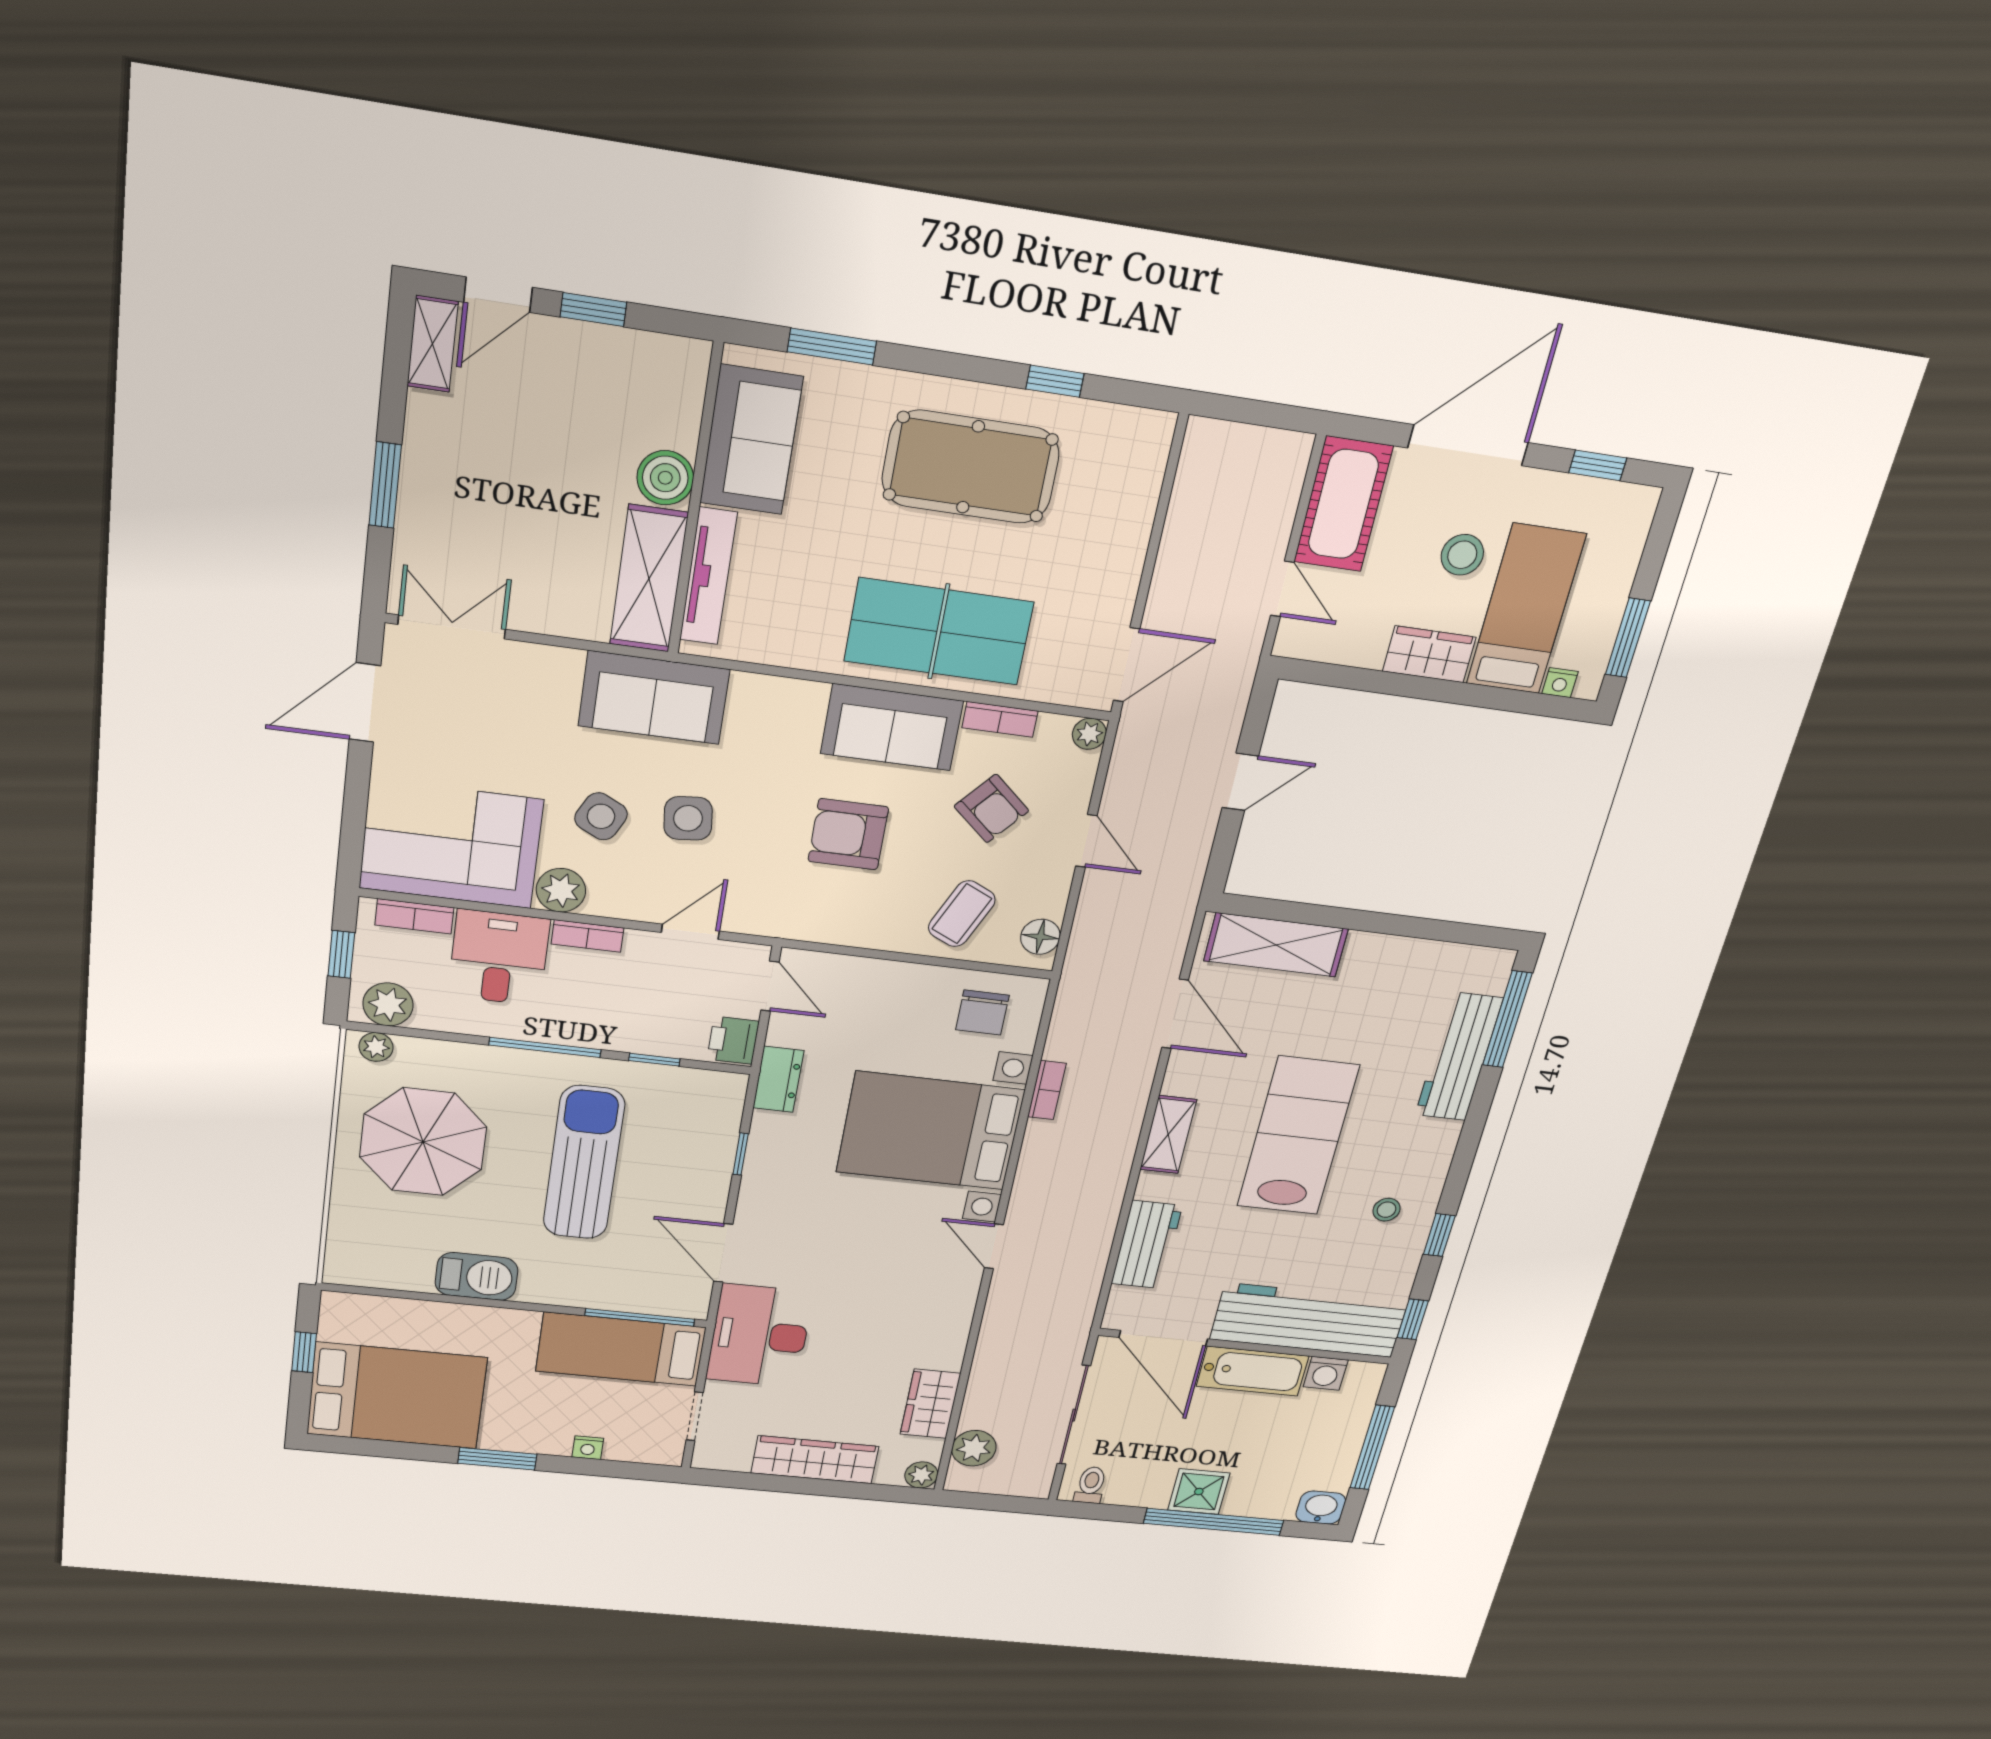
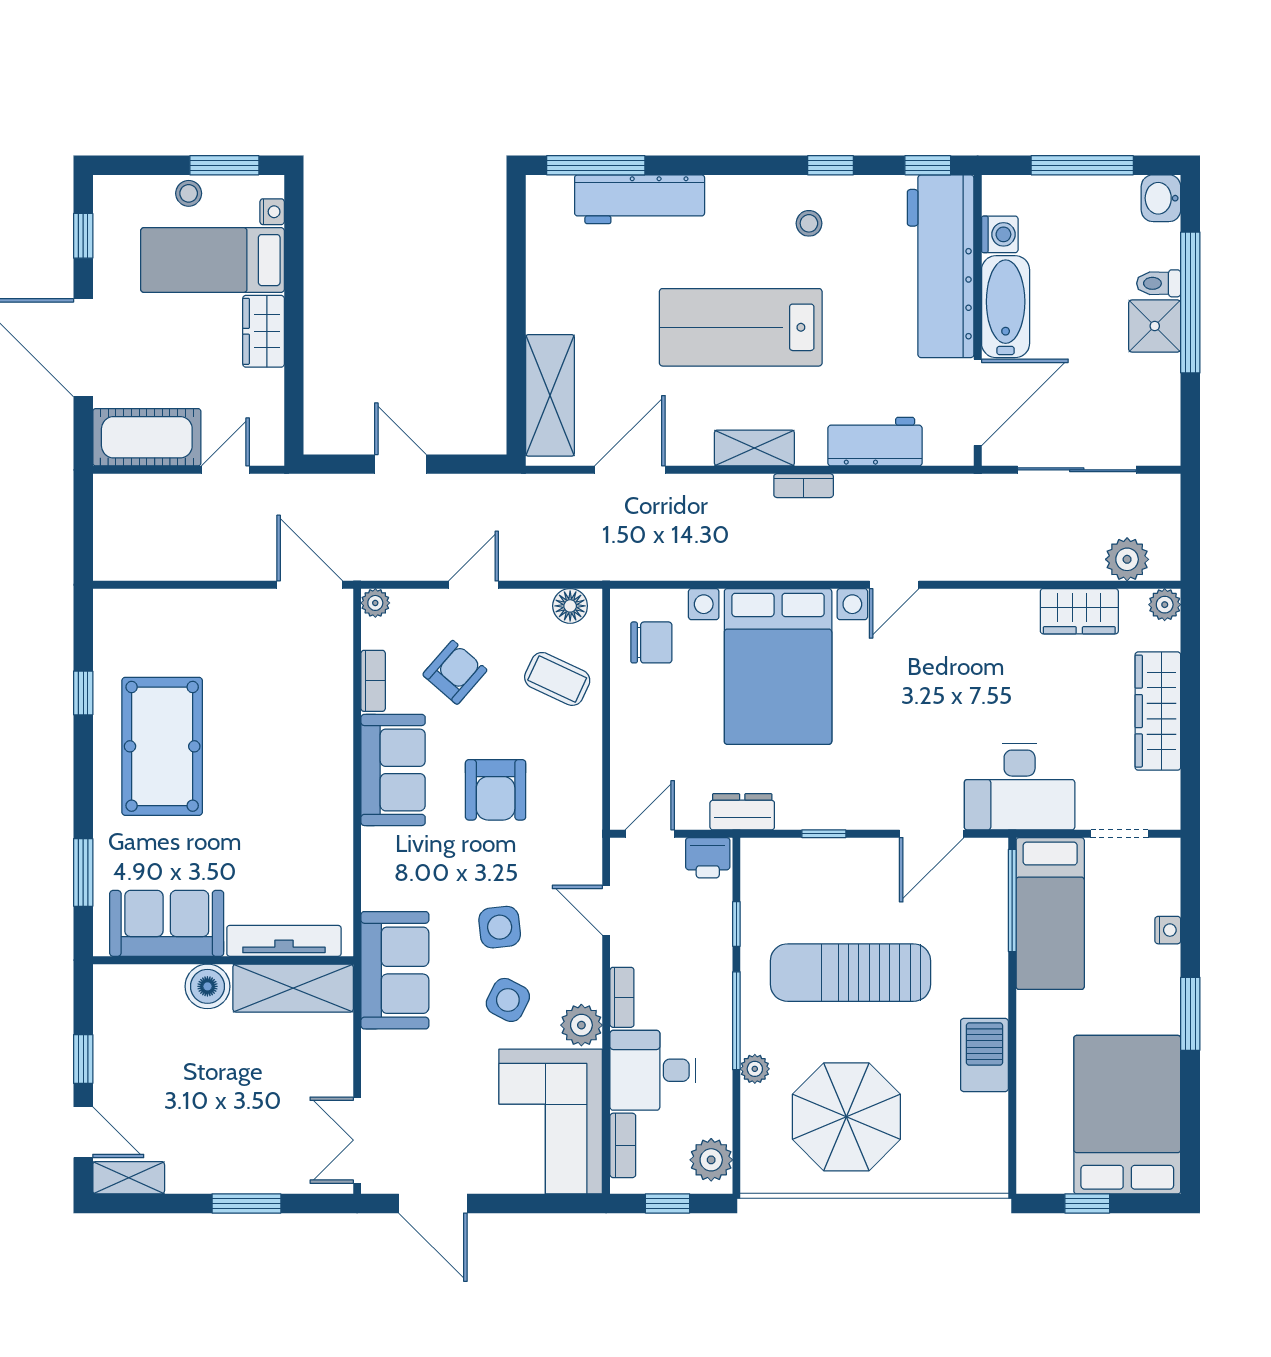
stool: (1462, 555) -> (189, 193), moved, width x0.73, depth x0.73
table tennis table: (939, 632) -> (304, 746), removed
plant: (376, 1047) -> (755, 1069), moved
bookcase: (1047, 1090) -> (804, 486), moved, turned 180
toilet: (1091, 1485) -> (1159, 283), moved

